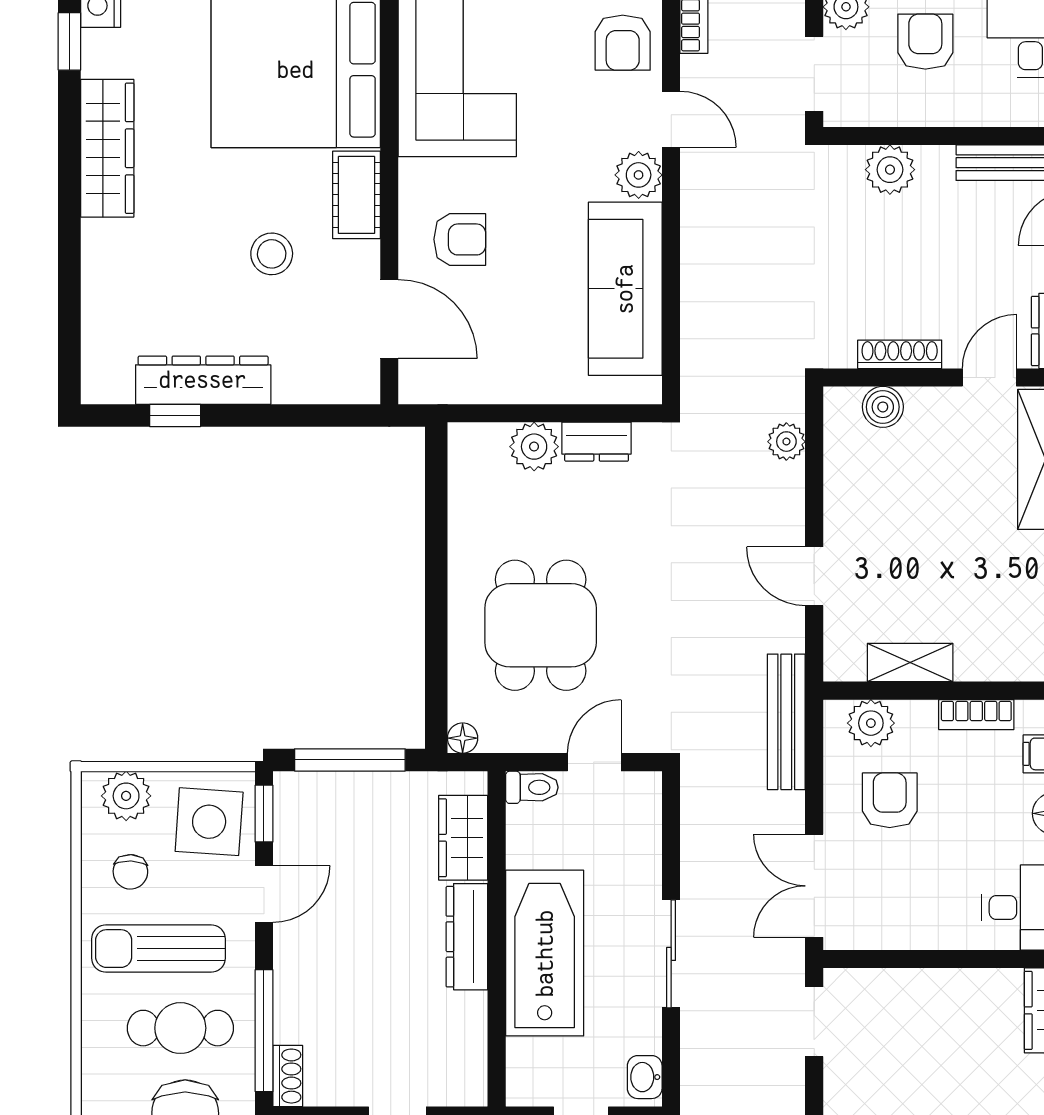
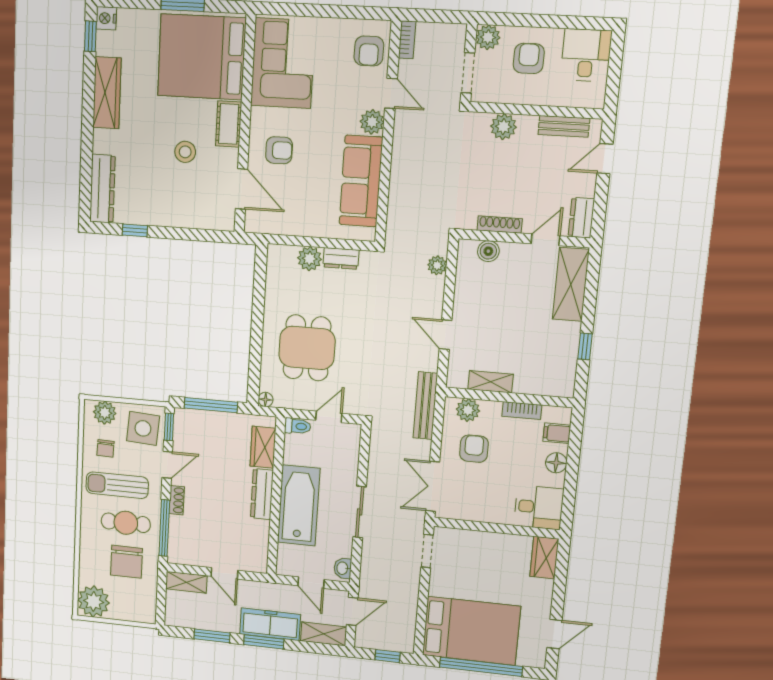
dresser: (203, 380) -> (102, 189), moved, turned 90
shoe rack: (288, 1076) -> (177, 500), moved

